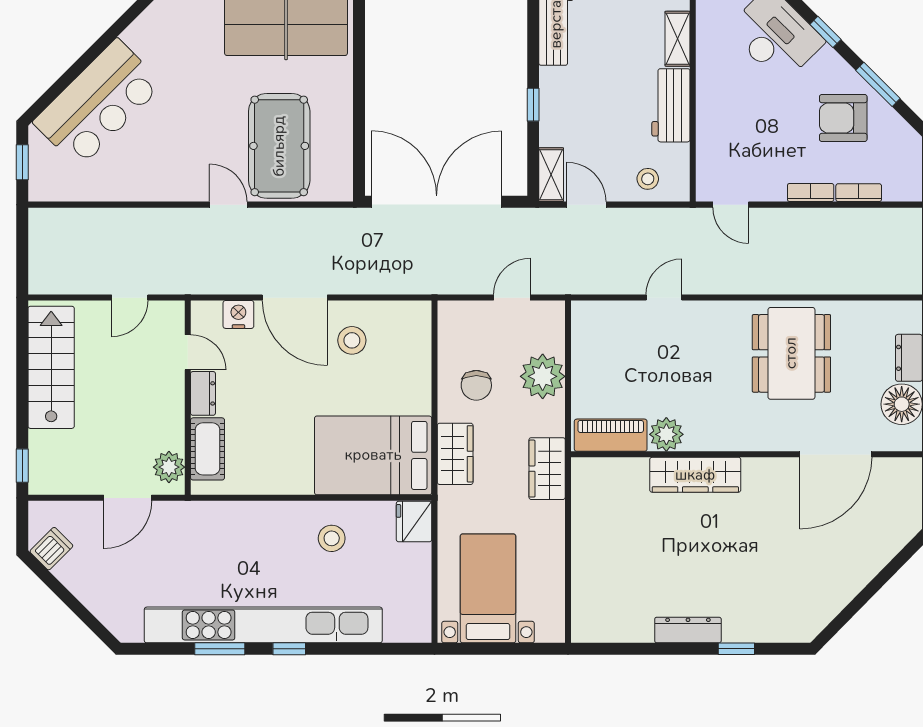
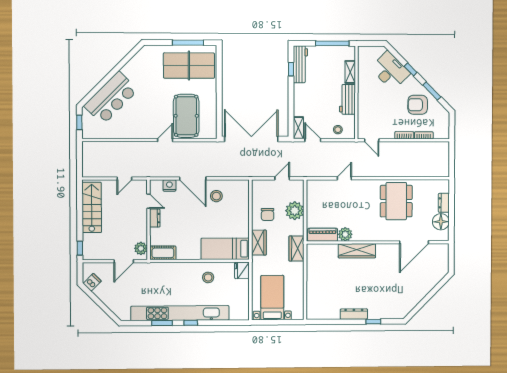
window: (533, 105) -> (291, 69), moved
door: (228, 205) -> (165, 140), hinge flipped
cot: (208, 449) -> (163, 253), moved, turned 90
bed: (373, 455) -> (225, 249), width x0.67

